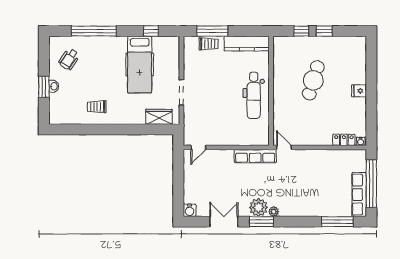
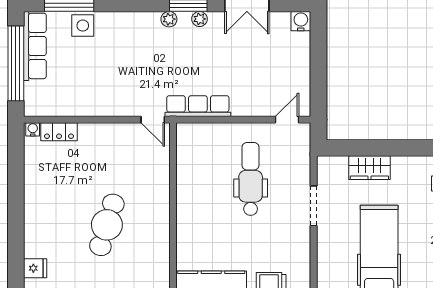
fridge: (359, 91) -> (35, 268), moved
dental chair: (254, 95) -> (251, 179), moved
wardrobe: (159, 117) -> (369, 168), moved
plant: (258, 207) -> (199, 19), width x0.53, depth x0.53
side table: (329, 208) -> (83, 26), added

